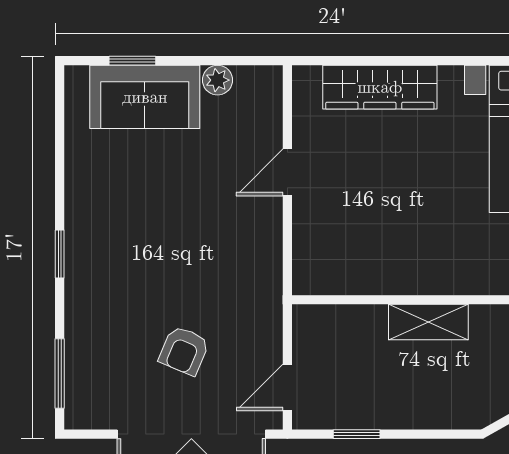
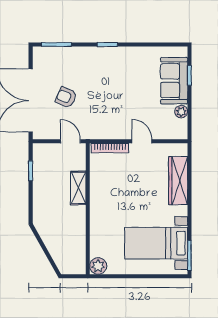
bookcase: (303, 248) -> (110, 148), added
shelving: (428, 322) -> (78, 188), moved
door: (287, 387) -> (71, 141), moved

